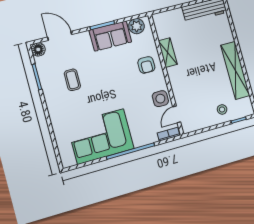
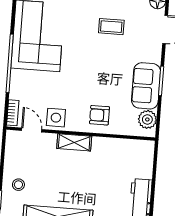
shelving: (168, 53) -> (74, 142), moved

